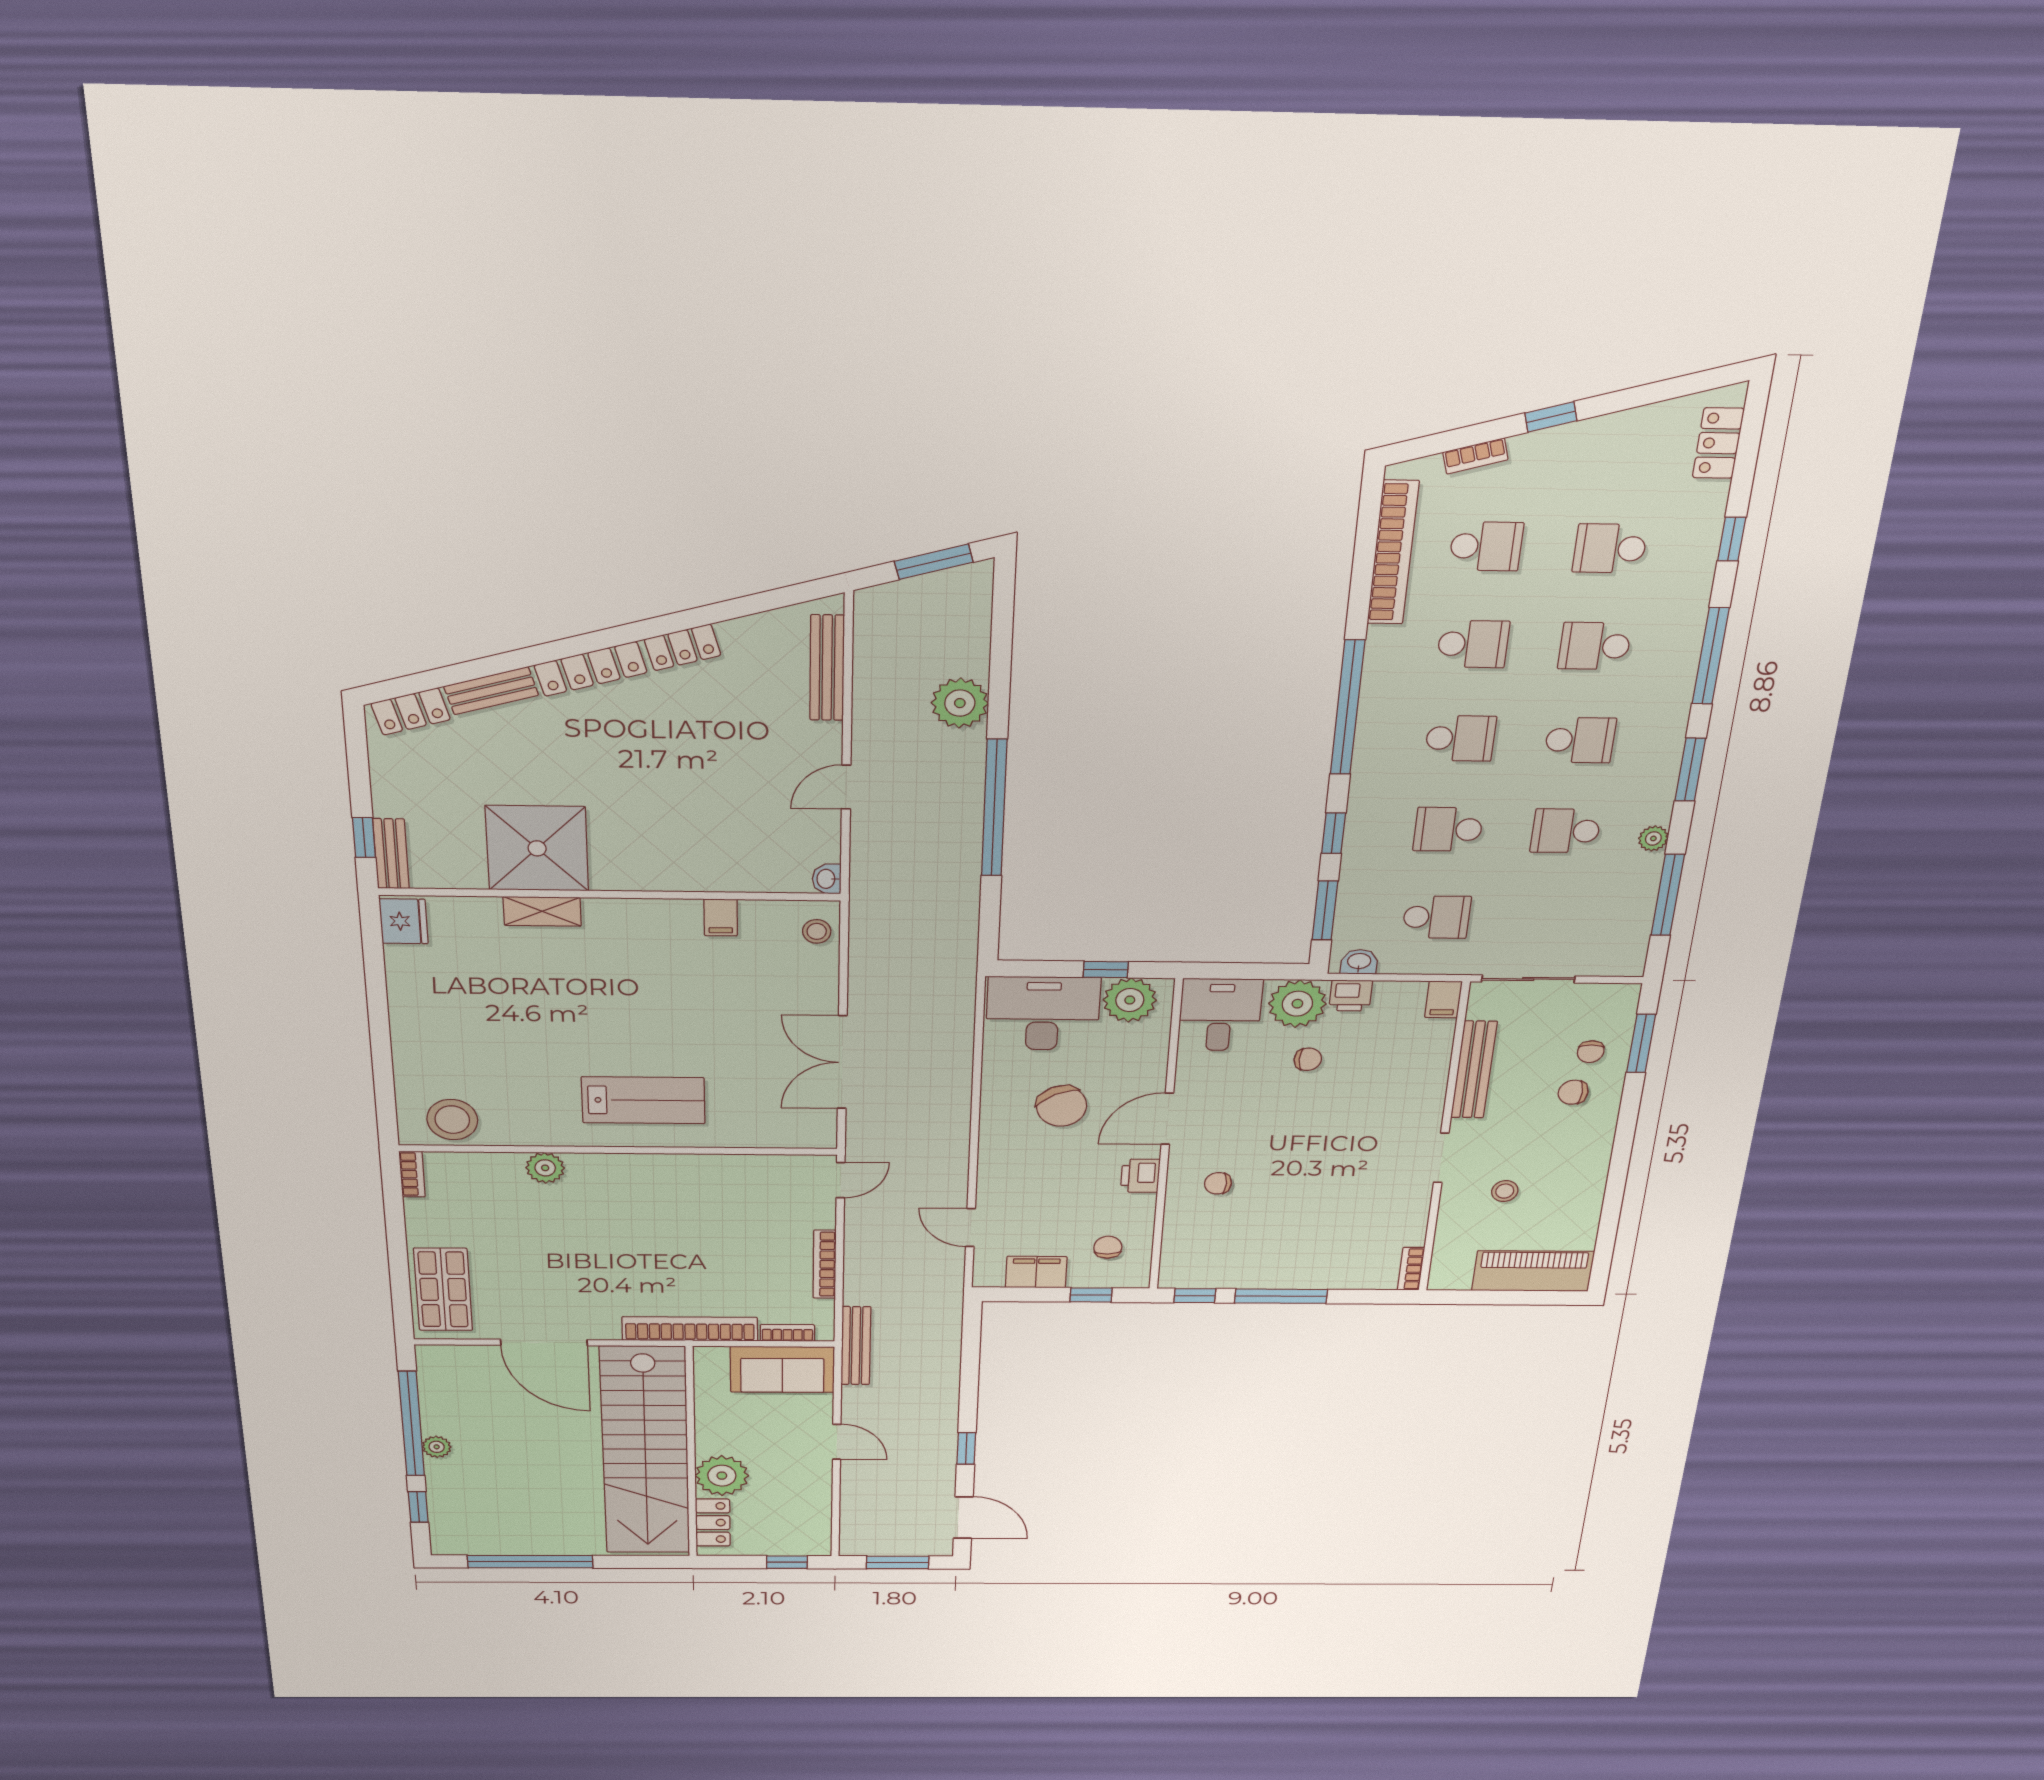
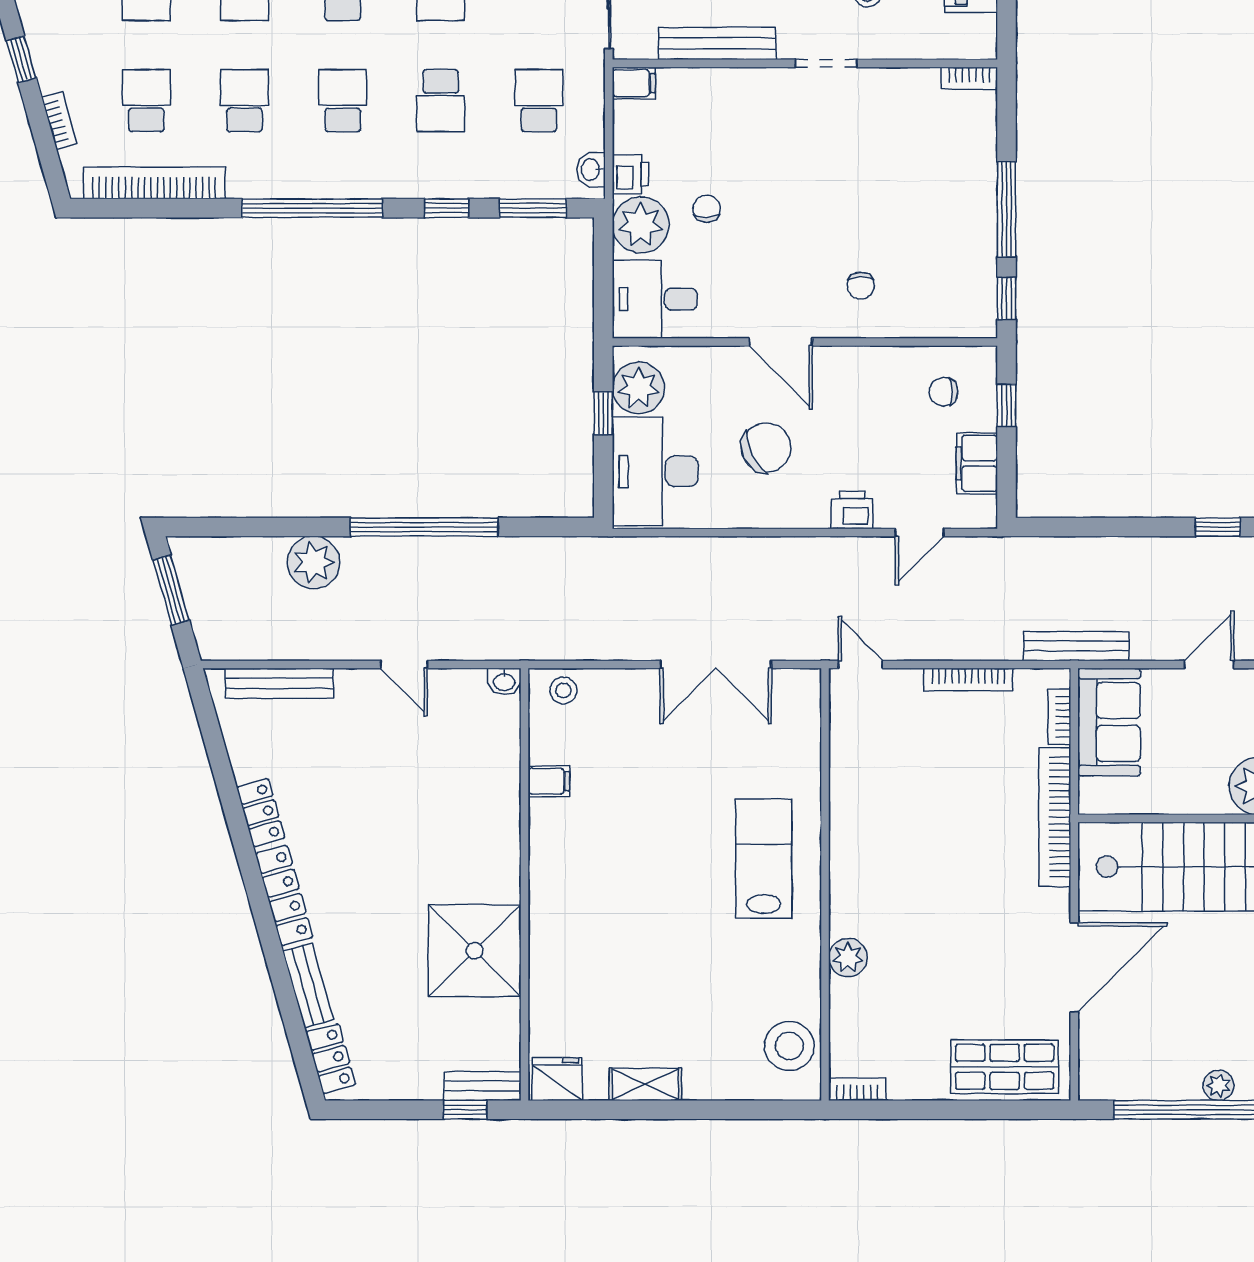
shelving: (542, 911) -> (645, 1084), moved, turned 90
printer: (1140, 1176) -> (852, 510), moved, turned 180

